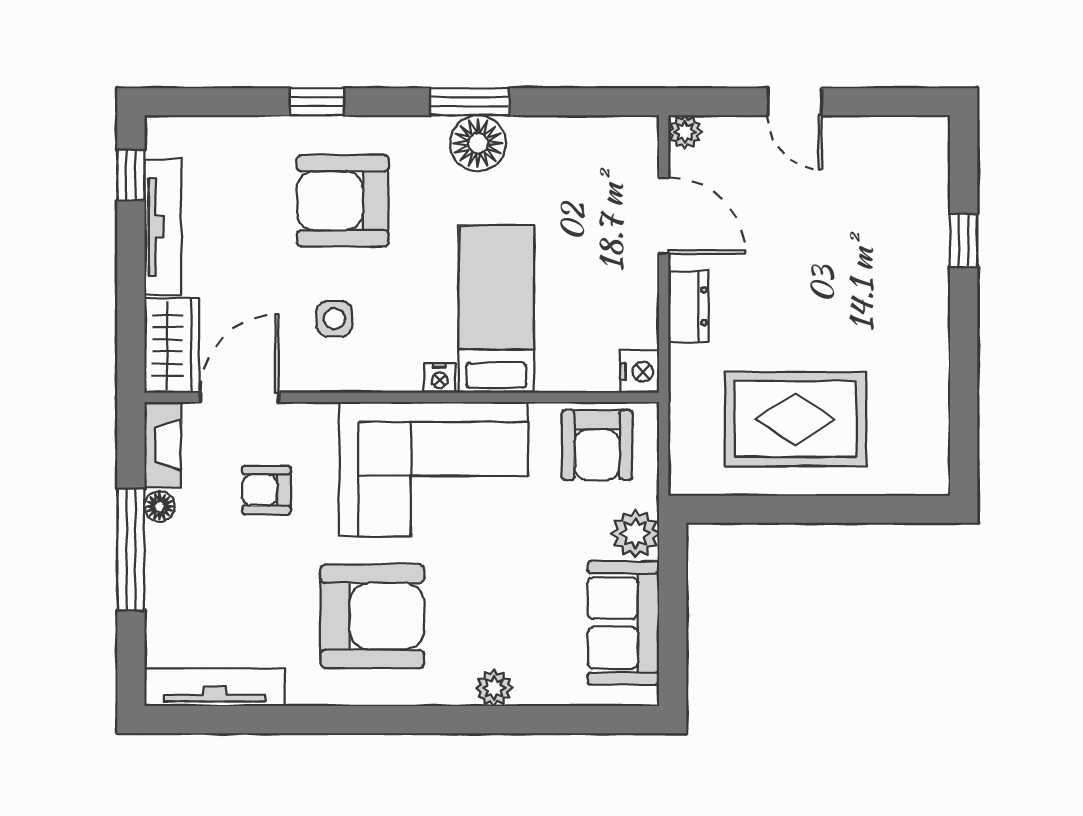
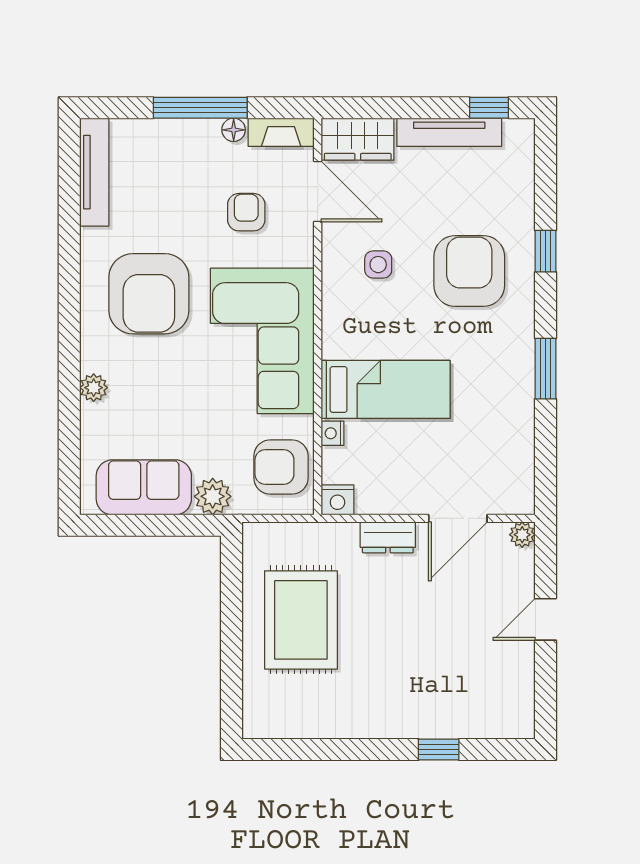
floor lamp: (478, 143) -> (514, 375), removed
nightstand: (440, 378) -> (333, 433), moved

